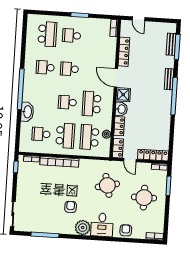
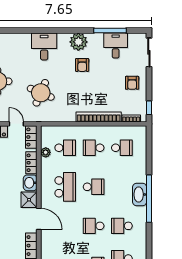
school desk: (45, 67) -> (122, 226), turned 180
school desk: (69, 69) -> (94, 226), turned 180
washbasin: (27, 112) -> (140, 195), moved
school desk: (65, 136) -> (94, 148), width x0.54
school desk: (89, 137) -> (65, 148), width x0.54
round table: (107, 185) -> (41, 93), turned 36
desk: (41, 222) -> (116, 46), added
plant: (83, 228) -> (78, 42), moved
armchair: (126, 230) -> (132, 83), moved

